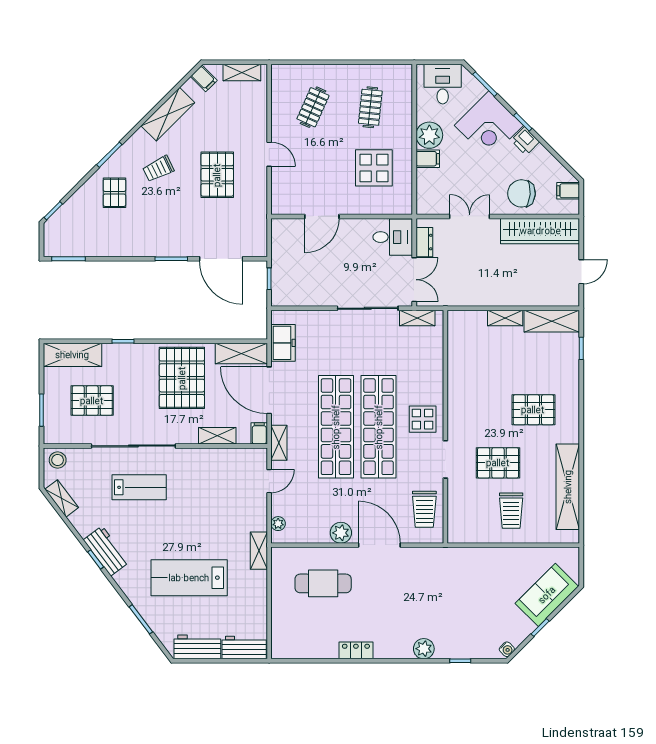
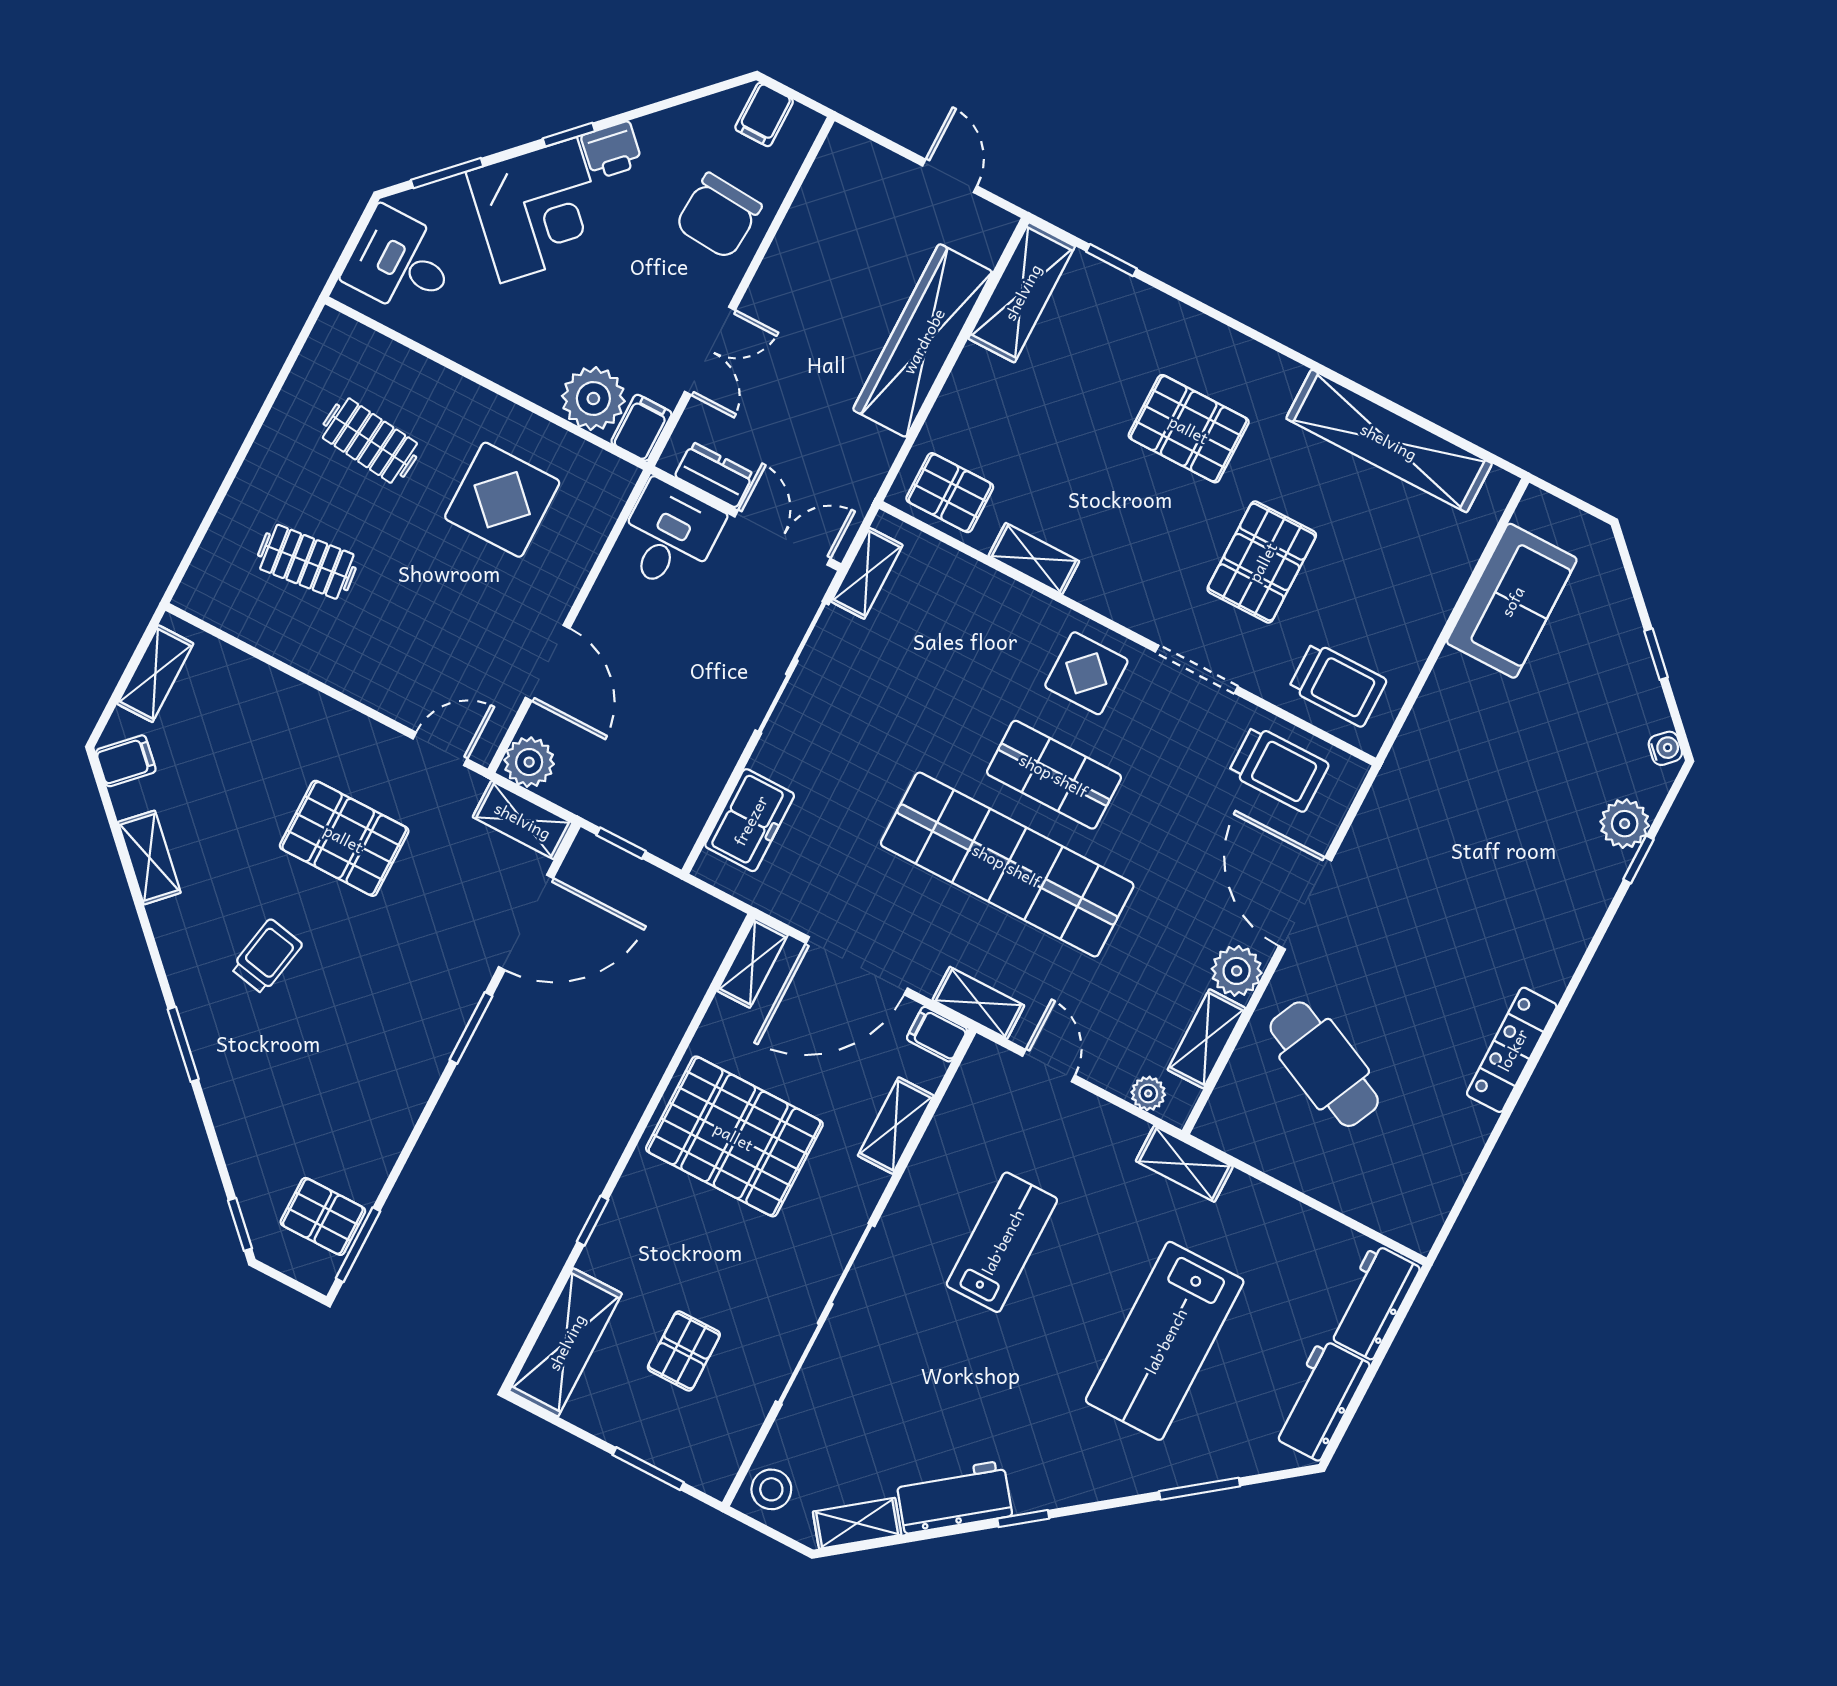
clothes rail: (313, 107) -> (307, 562), turned -30
shelving: (168, 114) -> (149, 857), width x0.67, depth x0.75
plant: (429, 135) -> (593, 399), moved
door: (269, 154) -> (440, 749), moved
filing cabinet: (428, 159) -> (641, 428), moved
trolley: (158, 169) -> (267, 956), turned -143
pallet: (114, 193) -> (323, 1216), moved
double door: (470, 216) -> (710, 351), swing flipped
plant: (281, 229) -> (529, 762), added
wardrobe: (540, 231) -> (923, 341), moved, turned 180
shelving: (259, 238) -> (523, 820), added
shelving: (505, 318) -> (1034, 559), moved, turned 90
pallet: (463, 333) -> (950, 493), added
freezer: (283, 343) -> (750, 820), moved, turned 90
shelving: (241, 354) -> (753, 963), width x0.67, depth x0.75
pallet: (92, 401) -> (684, 1351), width x0.67, depth x0.71
pallet: (533, 410) -> (1189, 429), turned 90
shop shelf: (379, 427) -> (1054, 775), width x0.50, depth x0.74
lab bench: (139, 487) -> (1002, 1242), moved
trolley: (511, 511) -> (1338, 684), moved
shelving: (310, 535) -> (1206, 1039), added
door: (379, 545) -> (1305, 903), hinge flipped
workbench: (106, 551) -> (954, 1497), moved
cafe table: (323, 583) -> (1324, 1064), turned -65
sofa: (547, 595) -> (1512, 601), moved, turned -135
plant: (424, 649) -> (1625, 824), moved
locker: (356, 650) -> (1512, 1050), width x1.53

